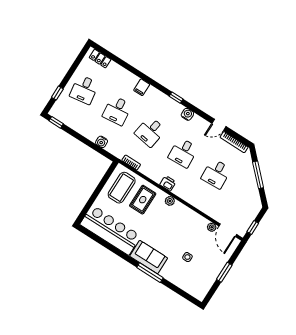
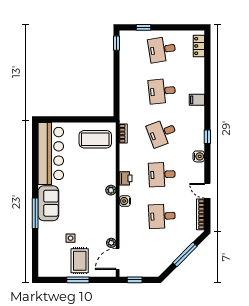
desk: (150, 132) -> (162, 133), turned -30
water cooler: (102, 142) -> (125, 201), moved
rug: (143, 200) -> (80, 261), moved, turned 90

